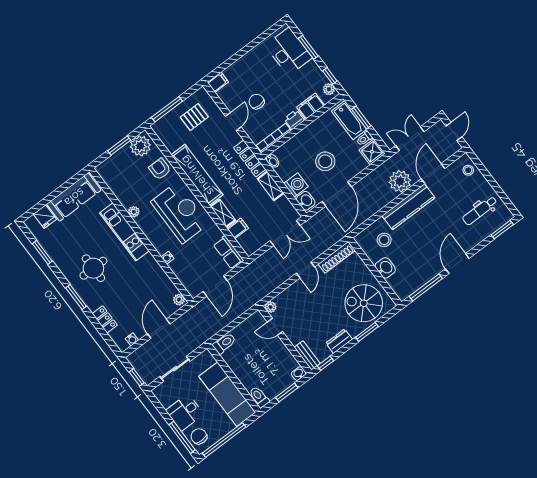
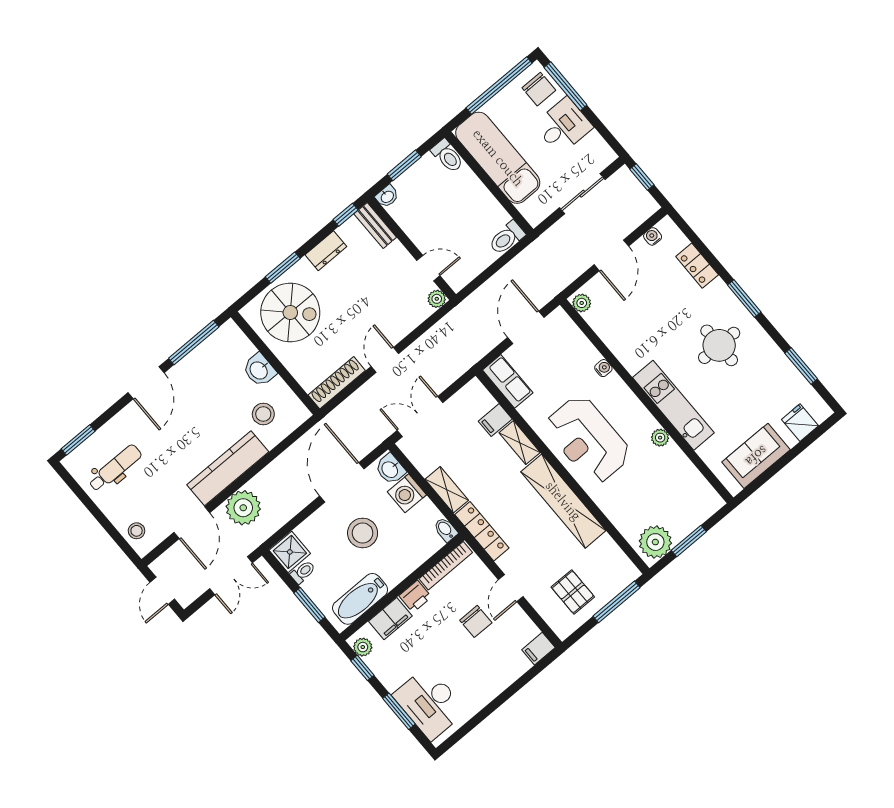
pallet: (194, 117) -> (573, 592), turned 90
bathtub: (349, 120) -> (360, 599), moved, turned -90
armchair: (160, 169) -> (623, 507), removed
sofa: (74, 197) -> (756, 456), width x0.73

